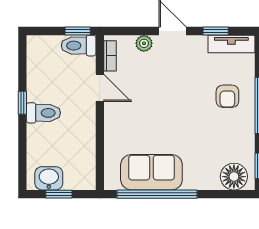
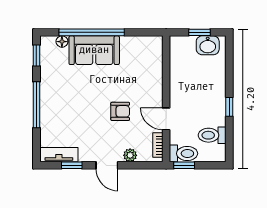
armchair: (227, 96) -> (120, 111), moved, turned 90
toilet: (43, 113) -> (212, 135), moved
sofa: (151, 172) -> (94, 50), moved
floor lamp: (234, 177) -> (62, 42), width x0.53, depth x0.53
window: (157, 194) -> (92, 32), moved

